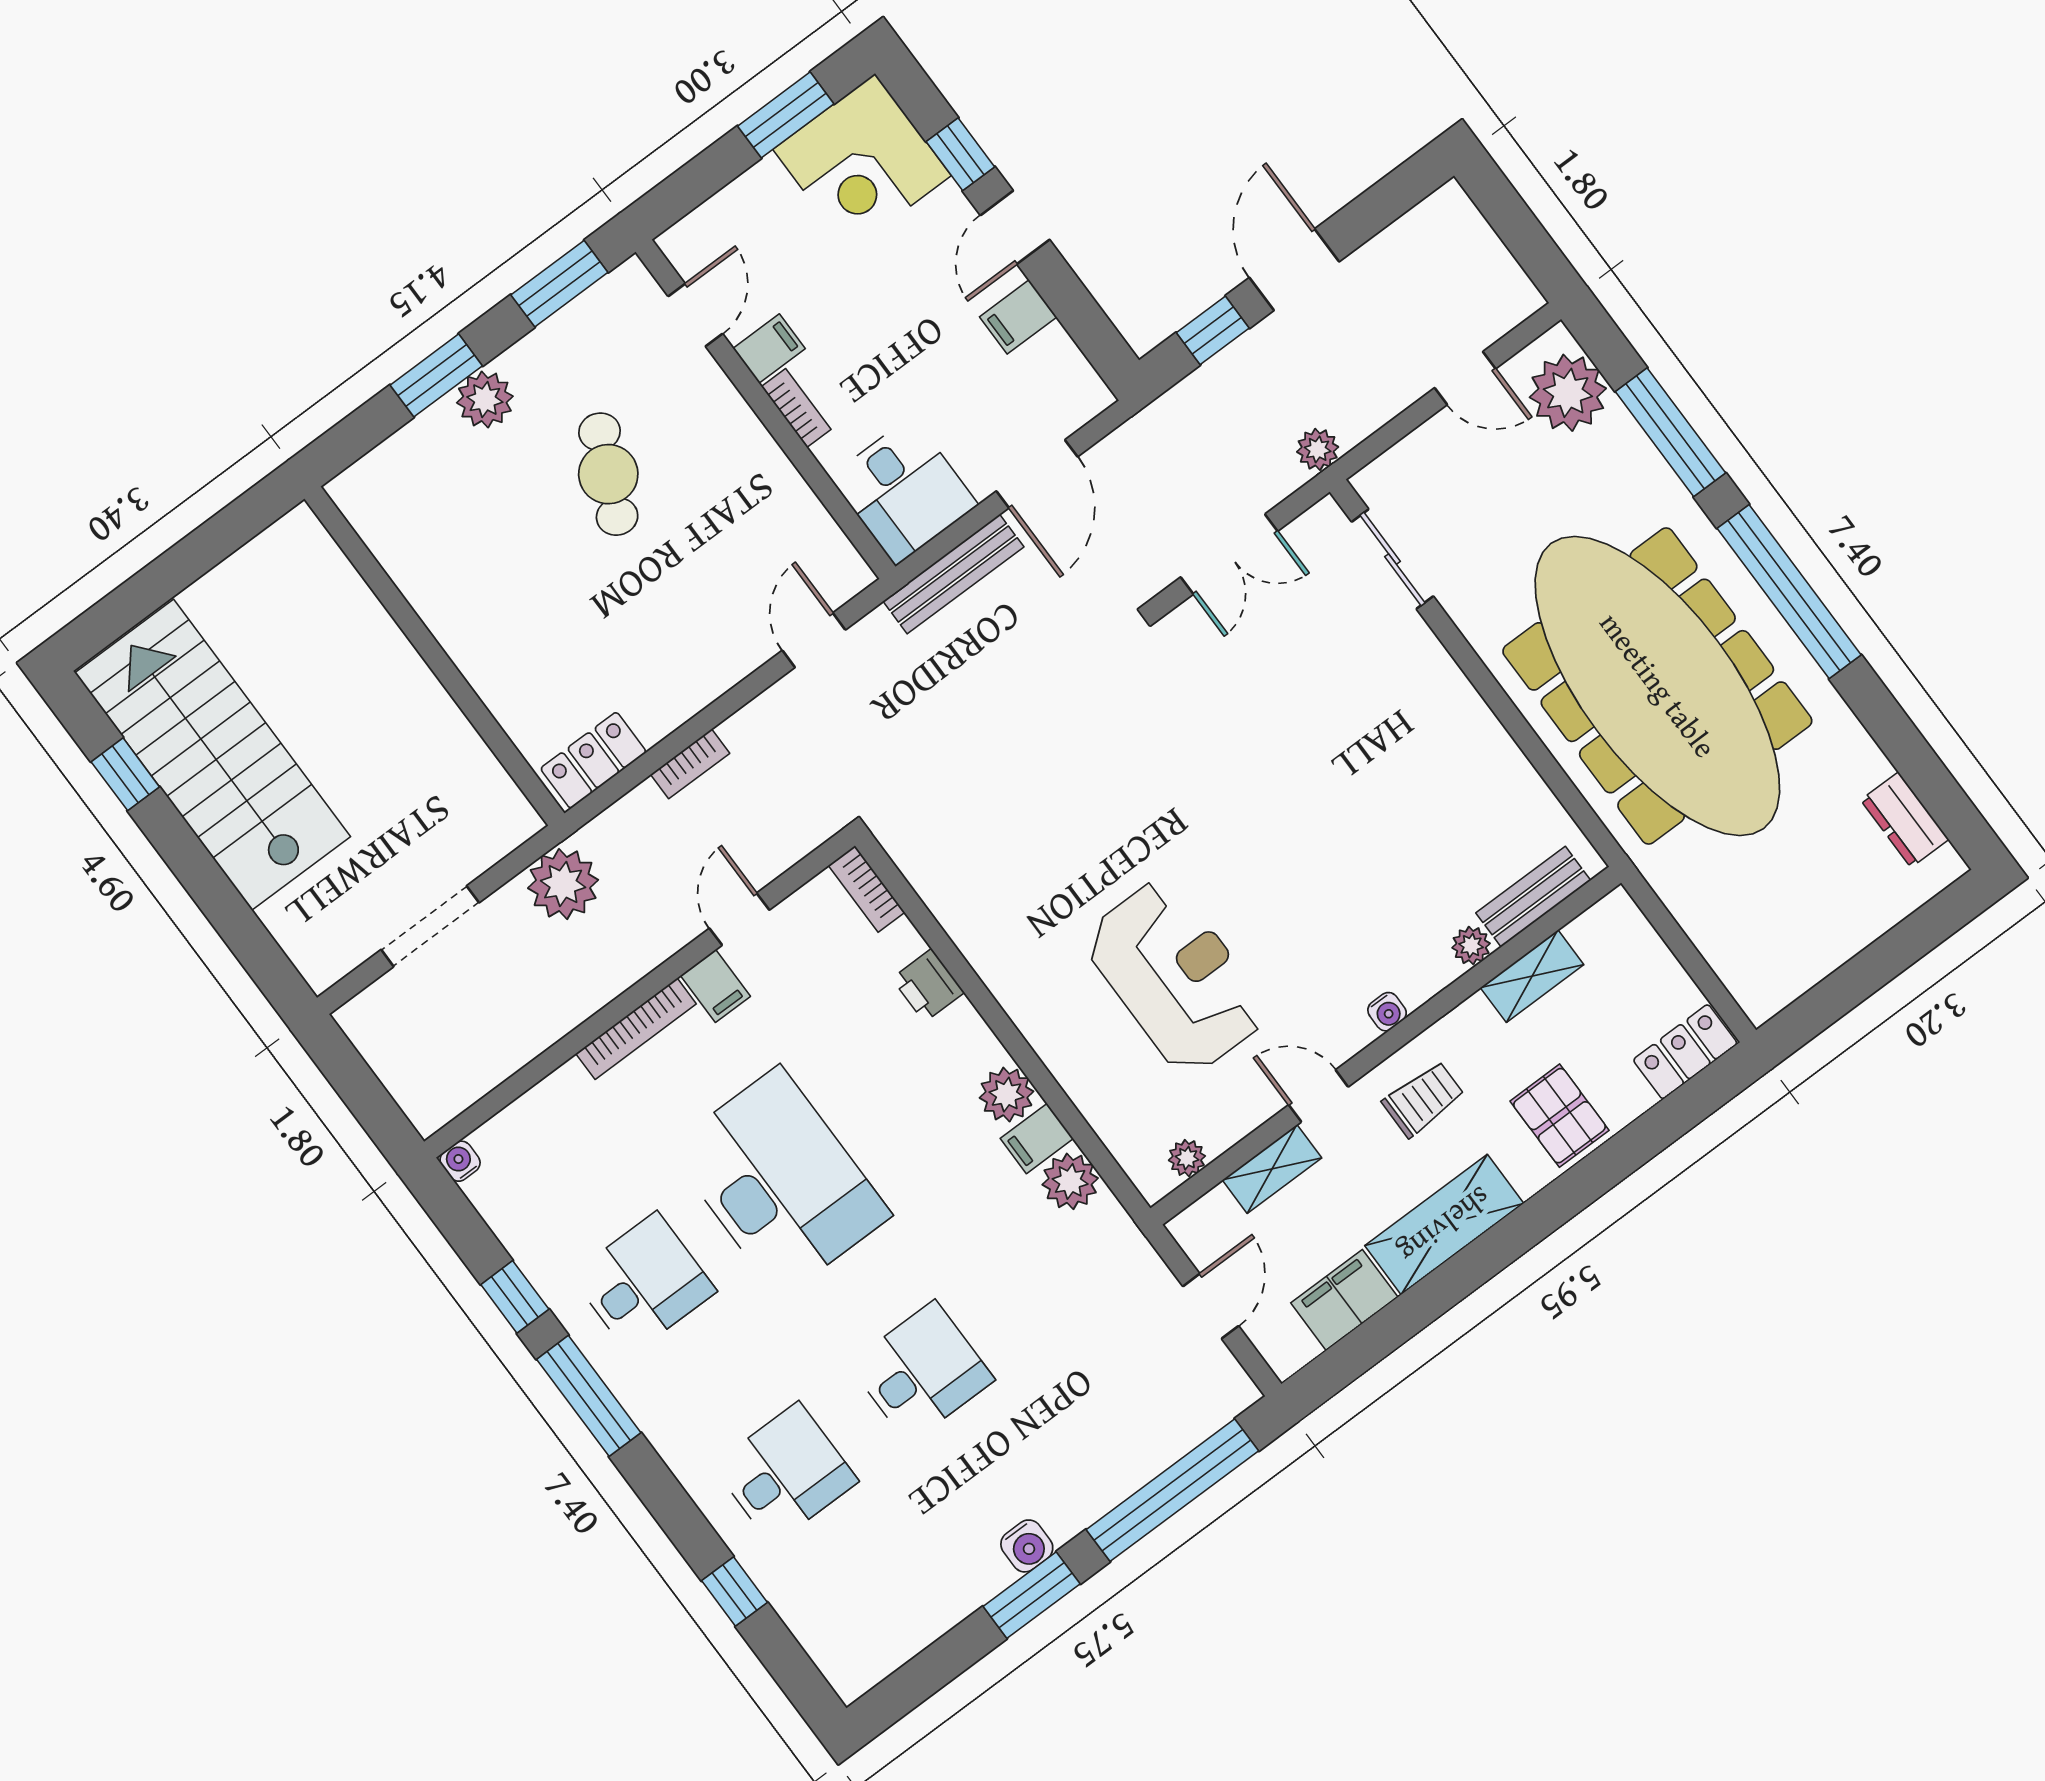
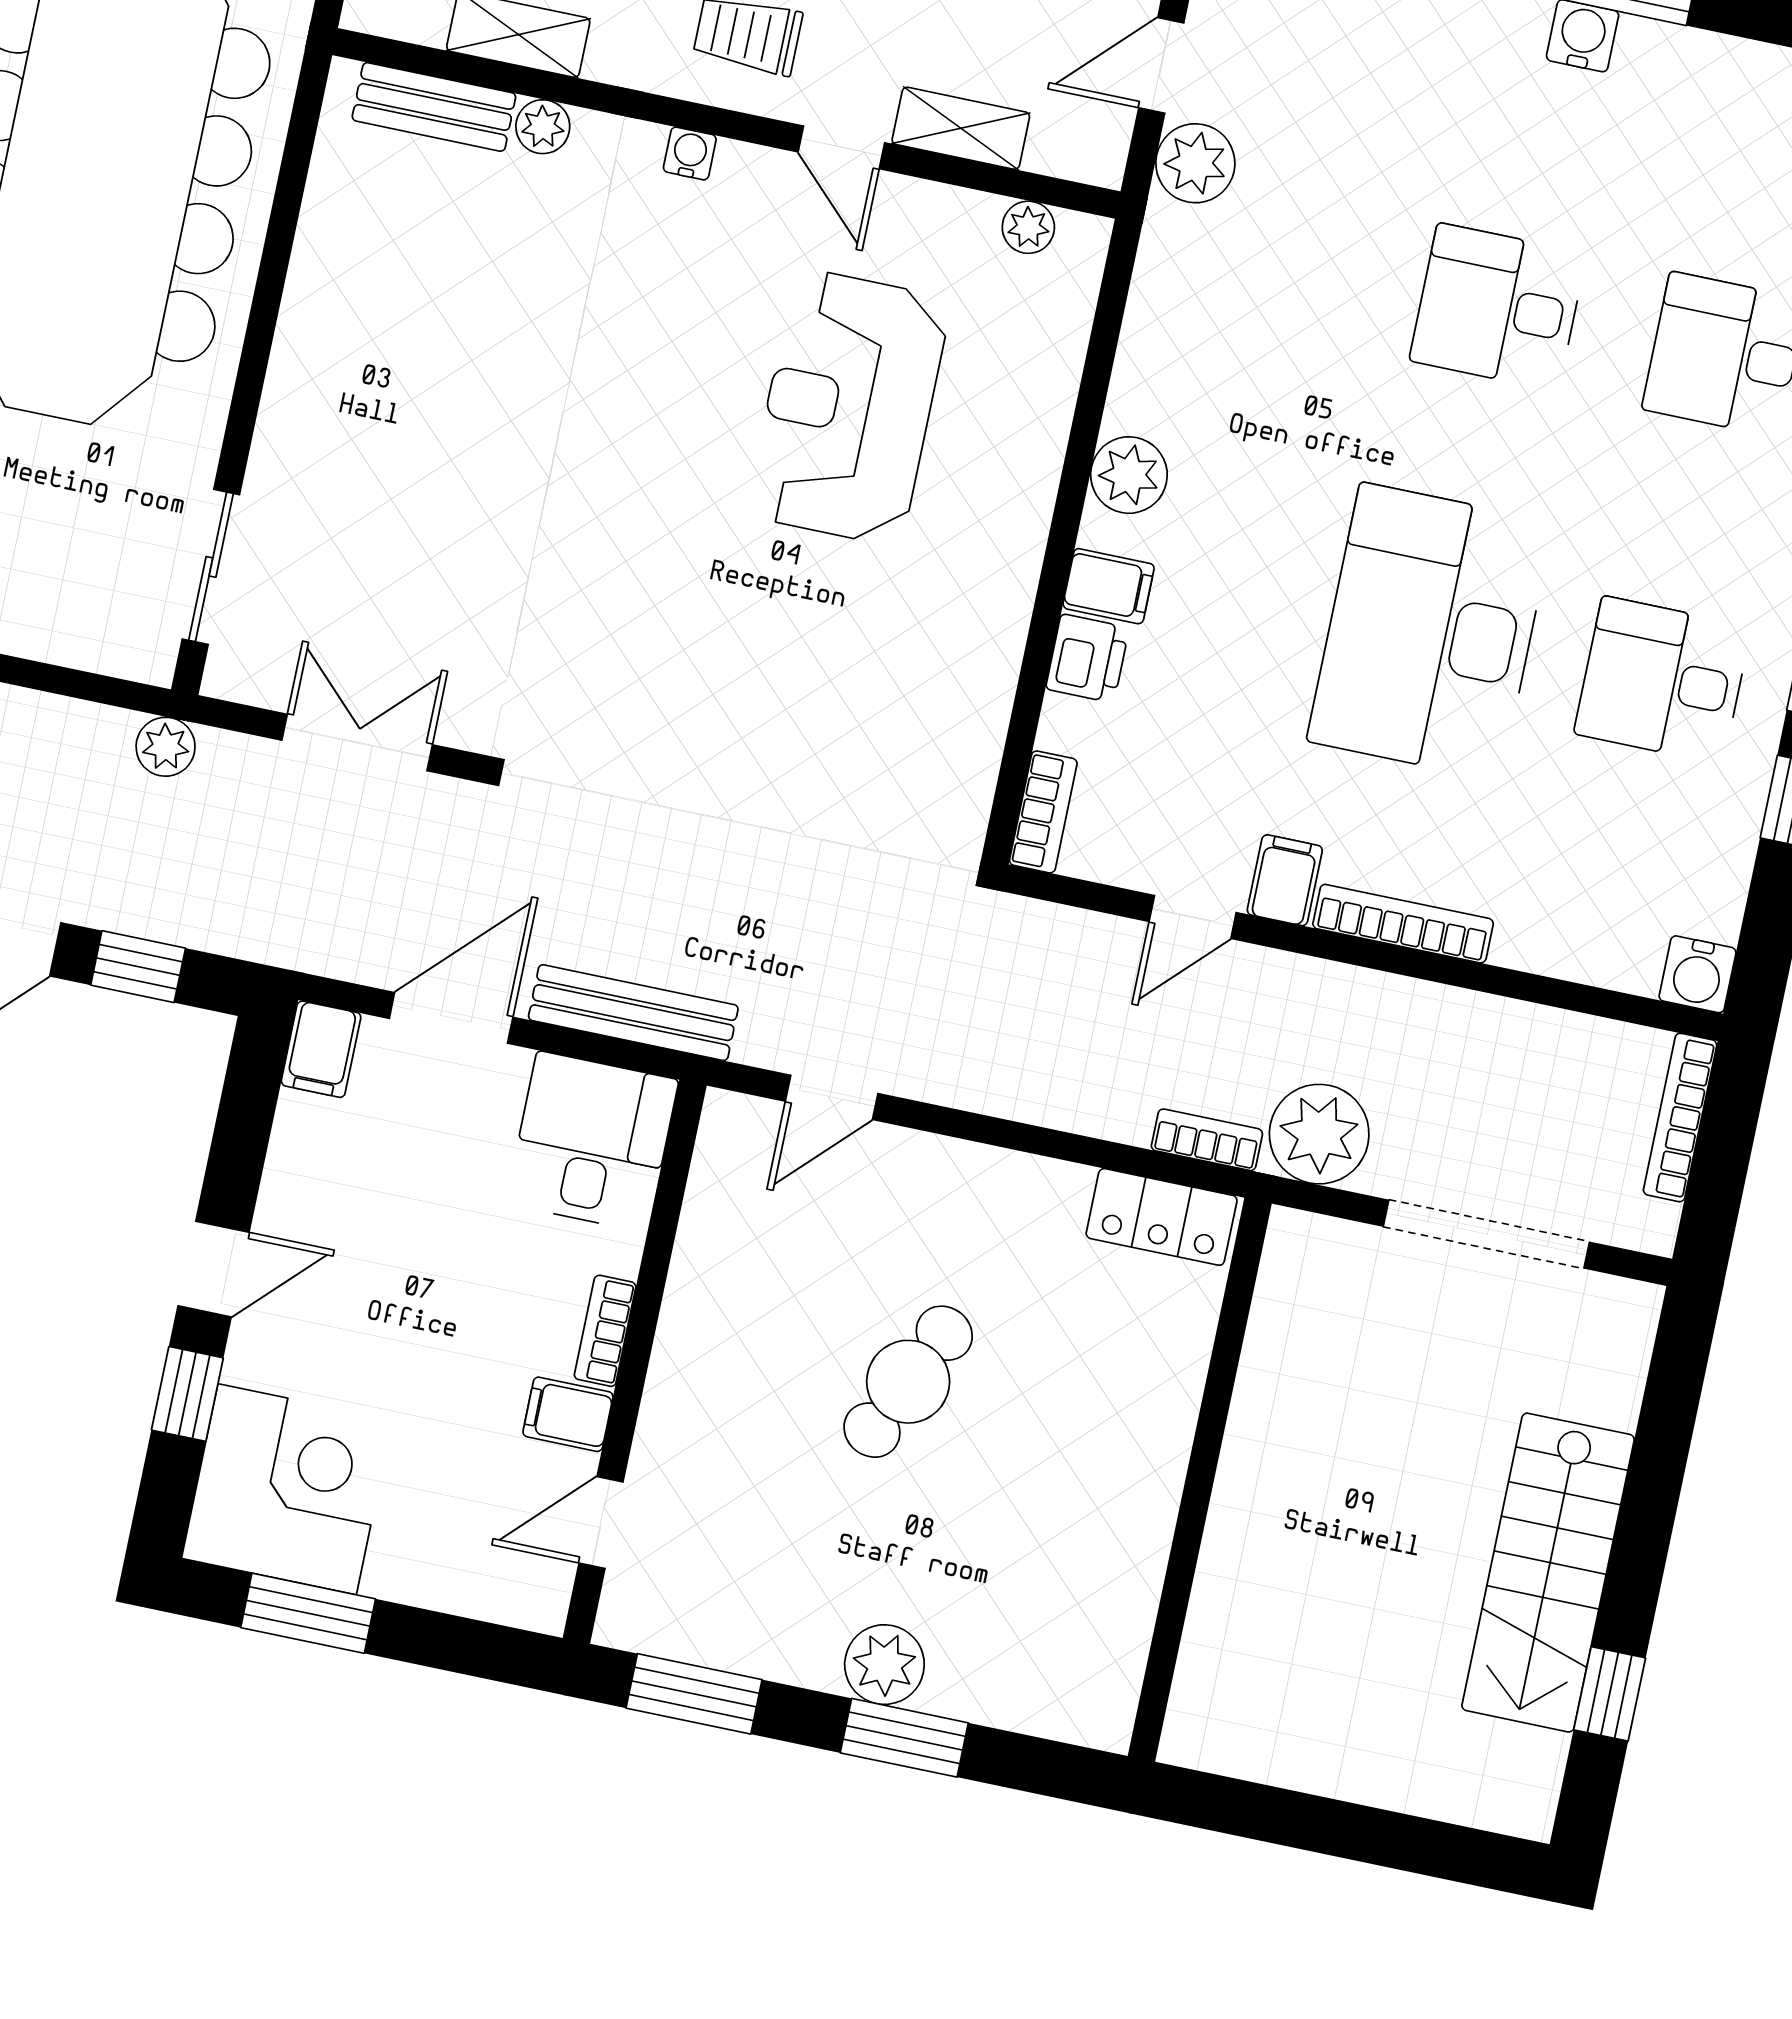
filing cabinet: (1018, 317) -> (321, 1049), moved, turned 90
cafe table: (608, 474) -> (908, 1382), moved
stairs: (213, 755) -> (1548, 1573), width x0.73, depth x0.66
bookcase: (690, 764) -> (1207, 1140), moved
doorway: (430, 926) -> (1486, 1234), width x1.36
bookcase: (401, 1085) -> (1680, 1117), added
filing cabinet: (1037, 1139) -> (1109, 586), moved
water cooler: (460, 1161) -> (1698, 974), width x1.38, depth x1.38
plant: (1070, 1181) -> (1195, 163), moved

